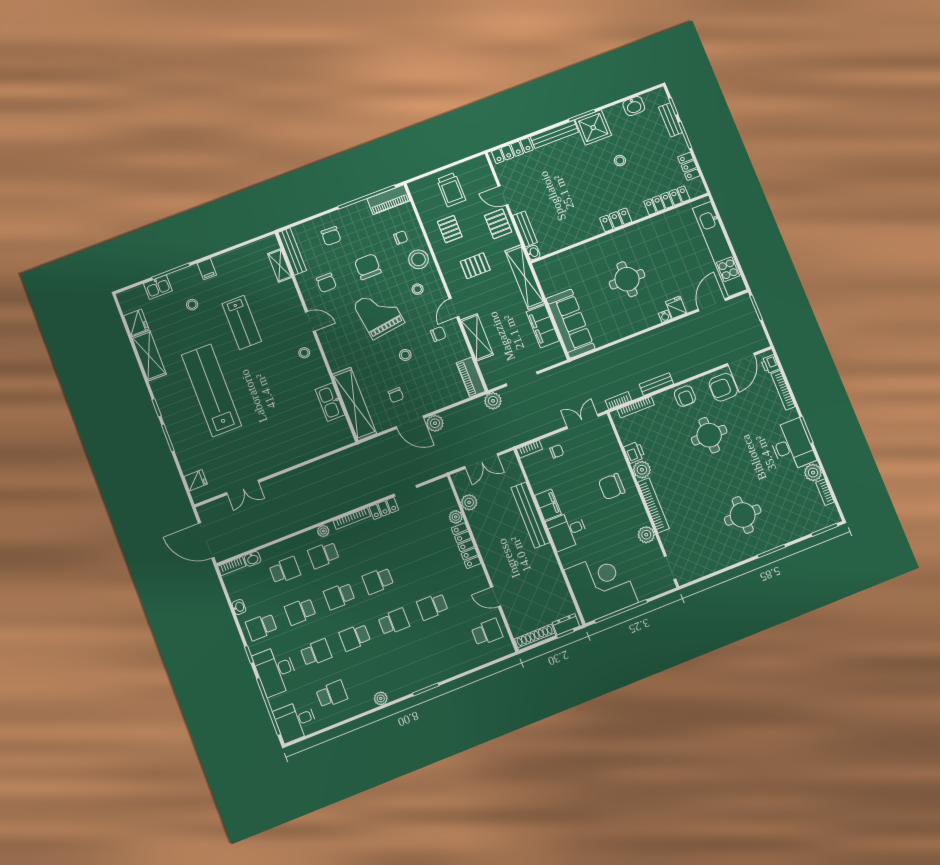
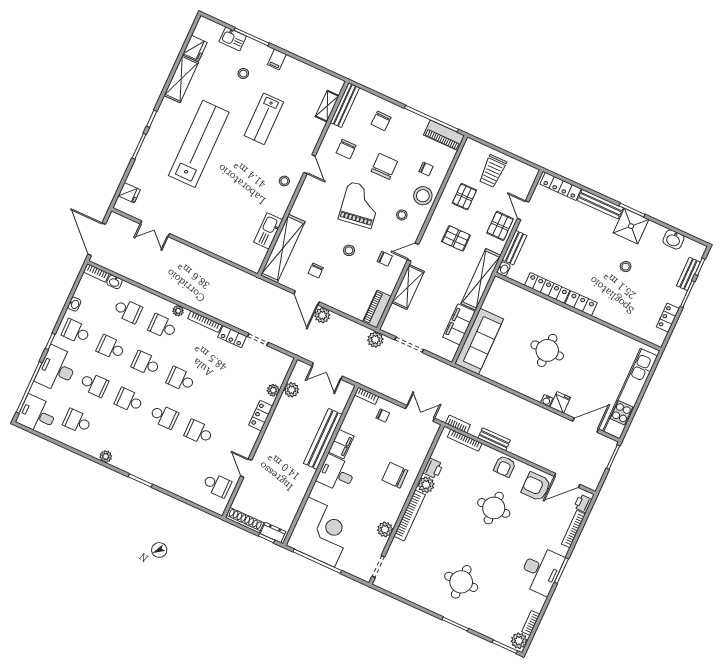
locker: (667, 200) -> (547, 288), moved
plant: (813, 473) -> (519, 641), moved
locker: (466, 546) -> (261, 416), width x0.66
school desk: (332, 694) -> (77, 421), turned 180

